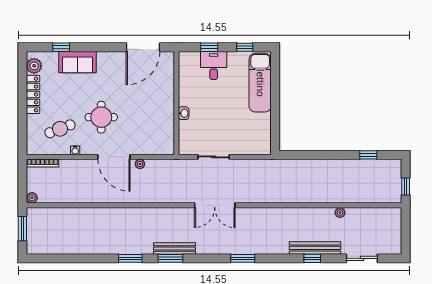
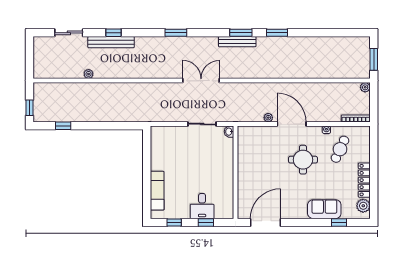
exam couch: (260, 83) -> (157, 191), width x0.73, depth x0.69
washbasin: (184, 113) -> (229, 132), moved
cafe table: (60, 129) -> (340, 149), turned -44
window: (406, 187) -> (30, 108), moved

